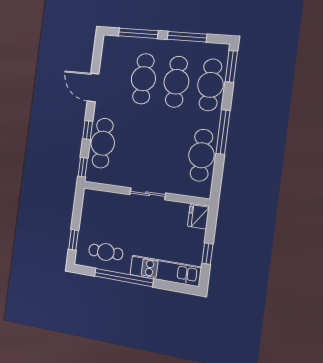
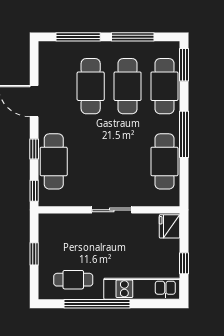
window: (73, 240) -> (34, 254), moved

